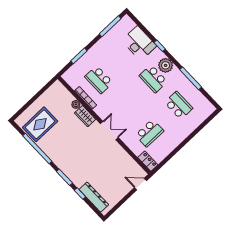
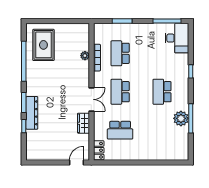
desk: (139, 43) -> (177, 38), moved
plant: (166, 65) -> (181, 118), moved
school desk: (179, 105) -> (120, 92), moved, turned 180
wardrobe: (85, 116) -> (83, 123), moved
rug: (40, 124) -> (43, 45), turned 90
door: (140, 184) -> (77, 162), hinge flipped
dresser: (94, 197) -> (32, 113), moved

